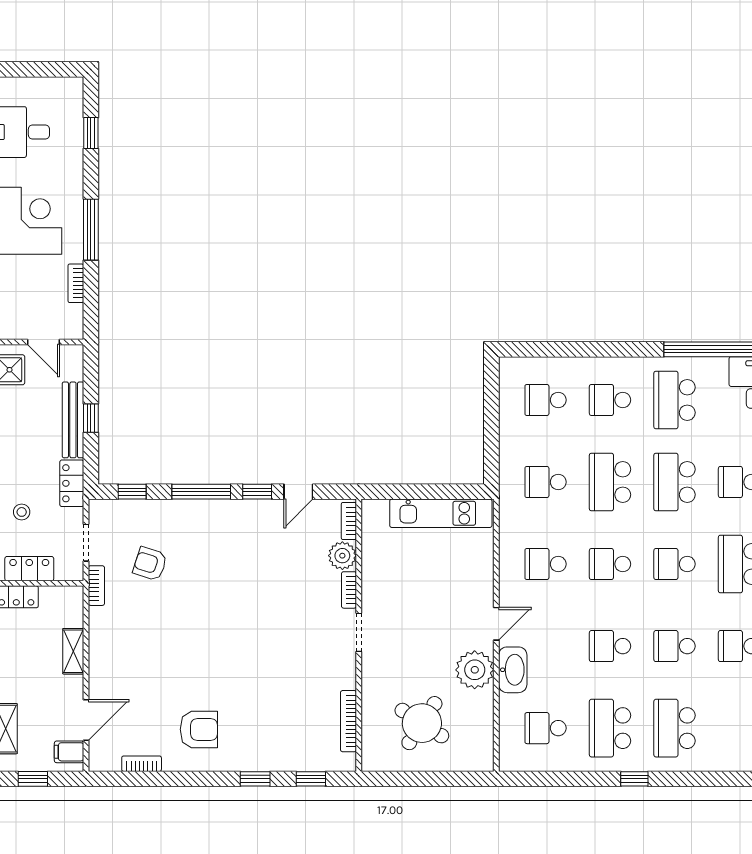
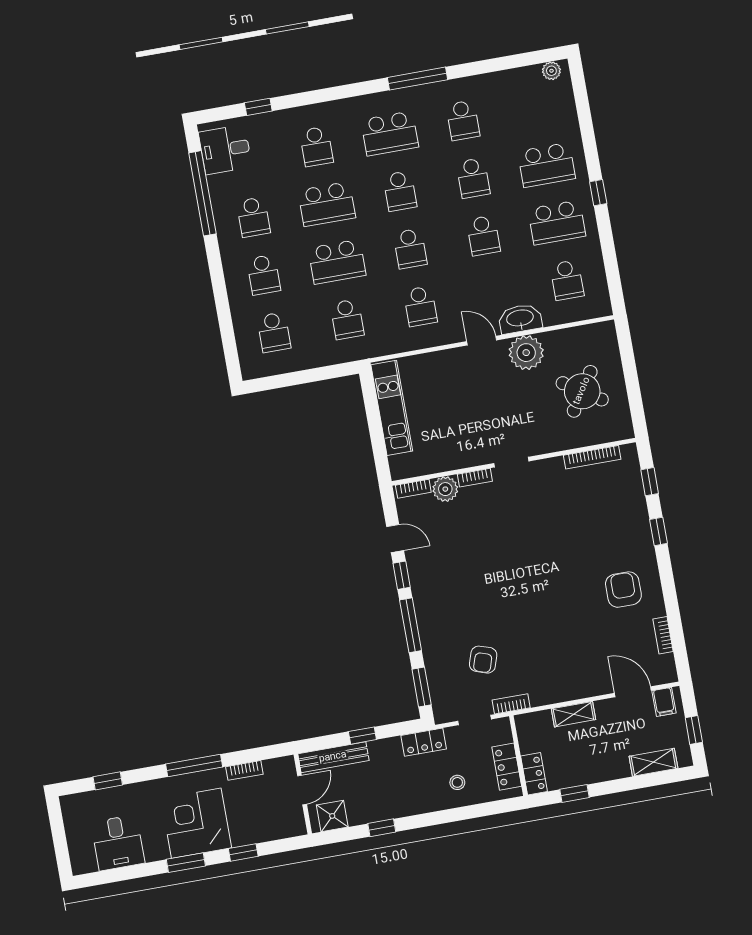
school desk: (675, 400) -> (253, 217), width x0.54
bench: (73, 420) -> (333, 757), moved
window: (132, 492) -> (422, 687), width x1.50

